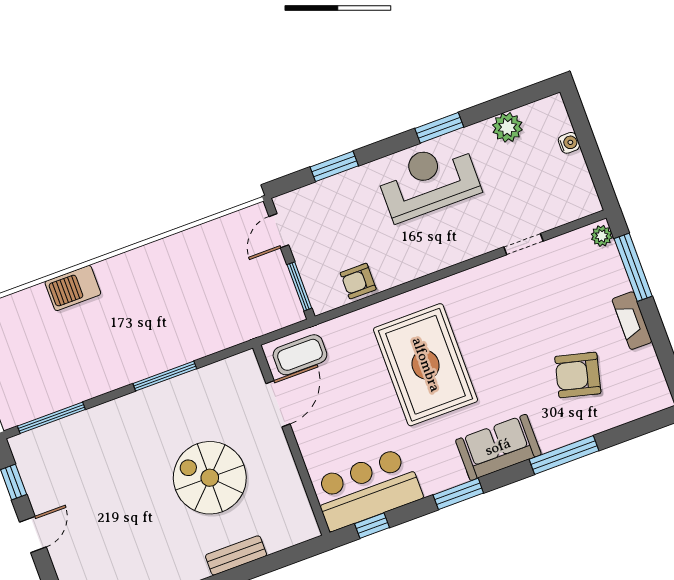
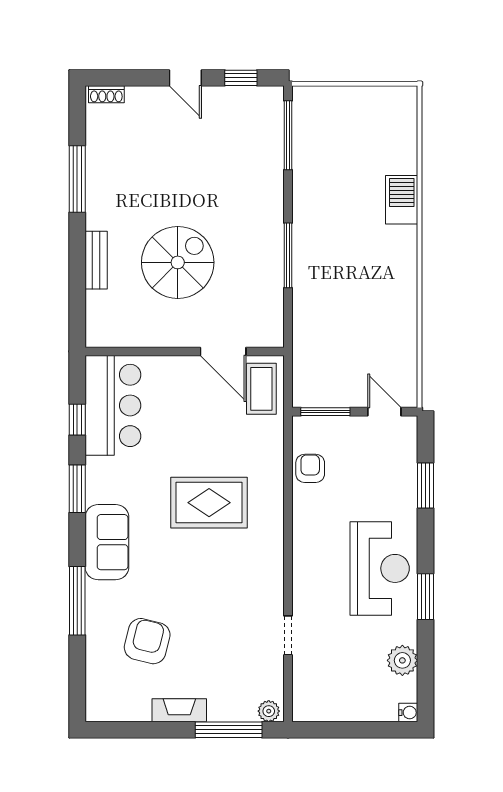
water cooler: (569, 143) -> (408, 713), moved, turned -90
rug: (426, 365) -> (209, 503), width x0.73, depth x0.69
window: (372, 526) -> (77, 420), moved

